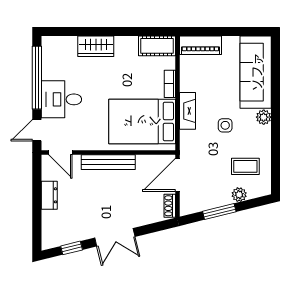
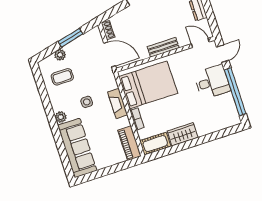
piano: (200, 45) -> (129, 143), moved, turned -90
wardrobe: (96, 46) -> (183, 134), moved
bench: (108, 162) -> (163, 47), width x0.73
door: (177, 175) -> (110, 54), hinge flipped

